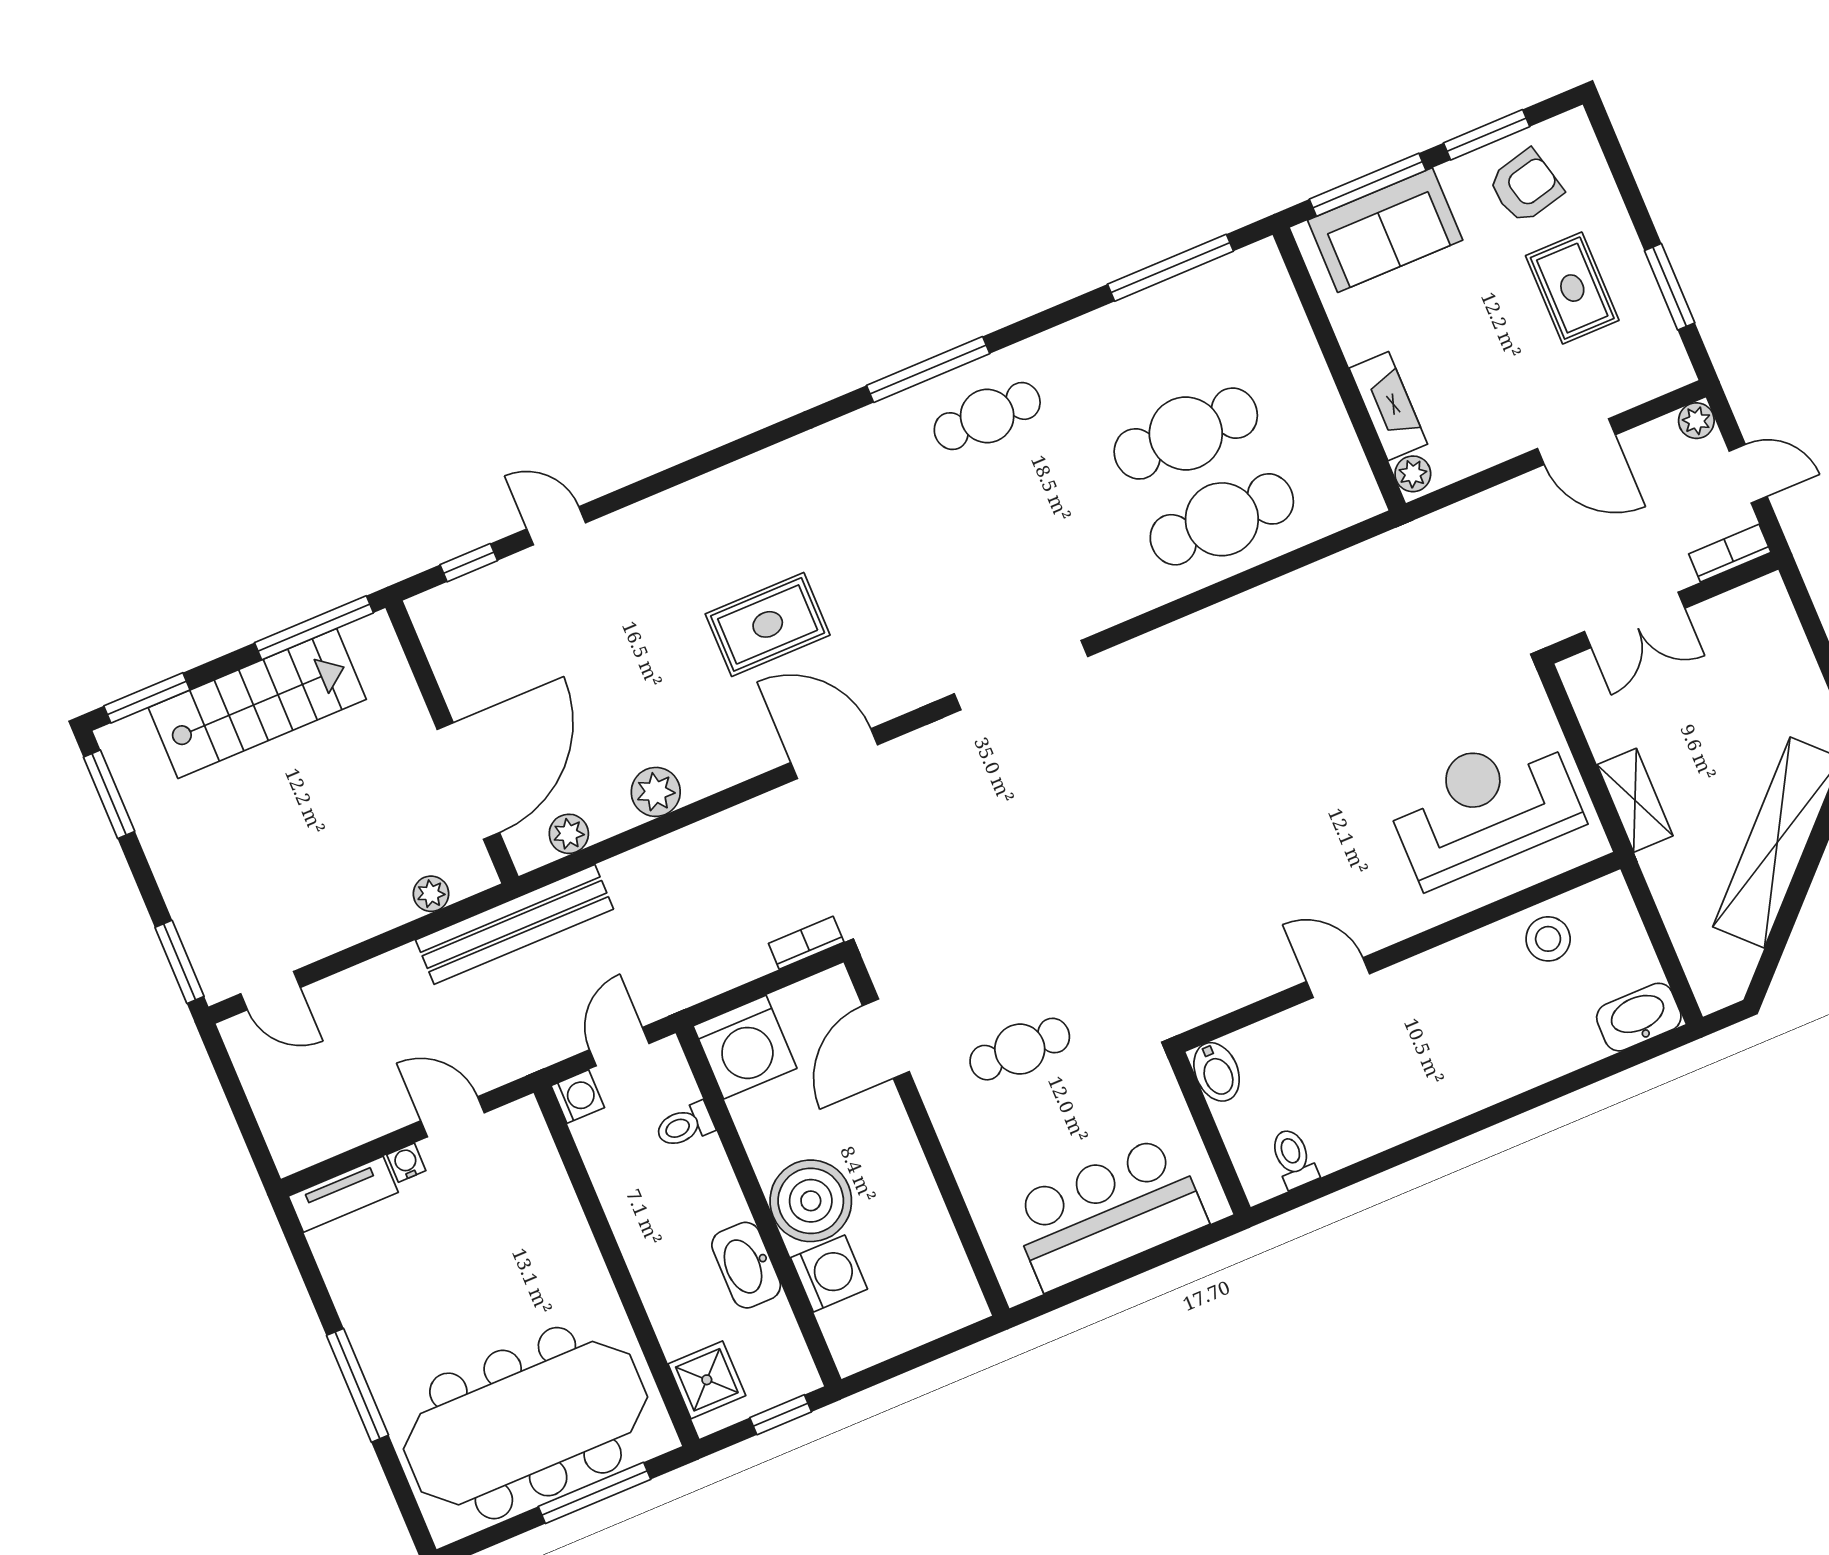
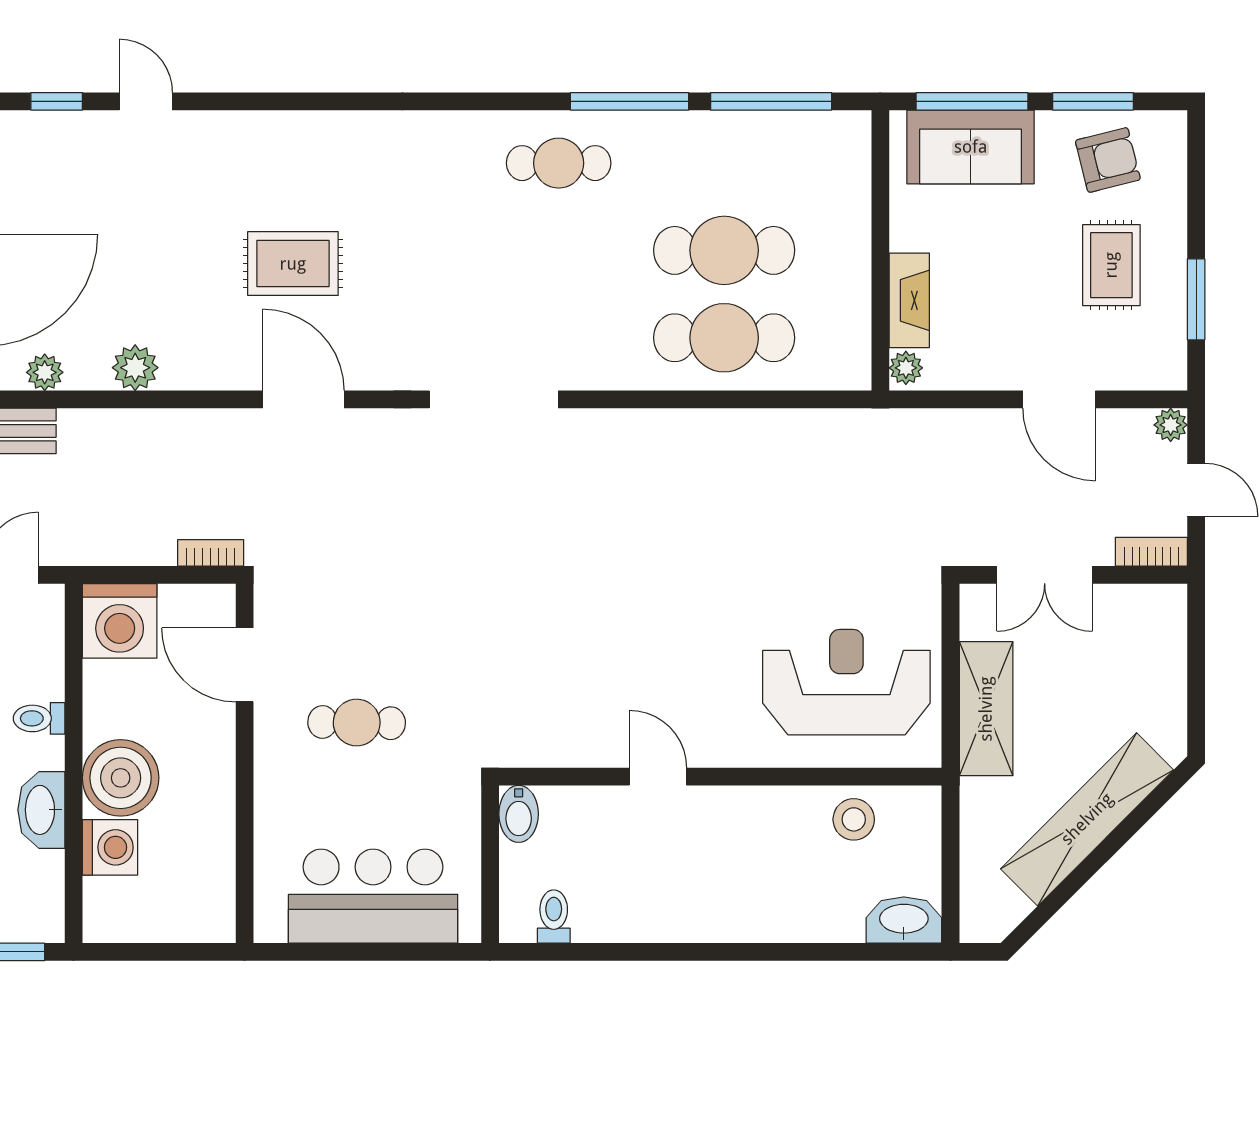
window: (928, 370) -> (630, 101), moved
shelving: (1635, 800) -> (986, 709), width x1.50, depth x1.33
door: (886, 1039) -> (245, 665), hinge flipped
toilet: (685, 1125) -> (39, 718), moved

